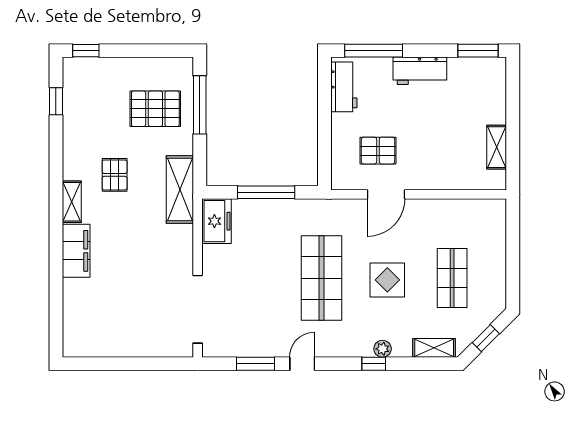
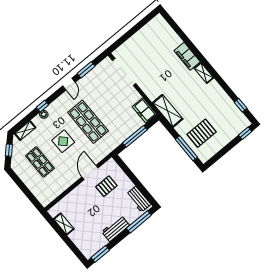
pallet: (115, 175) -> (196, 96), removed

